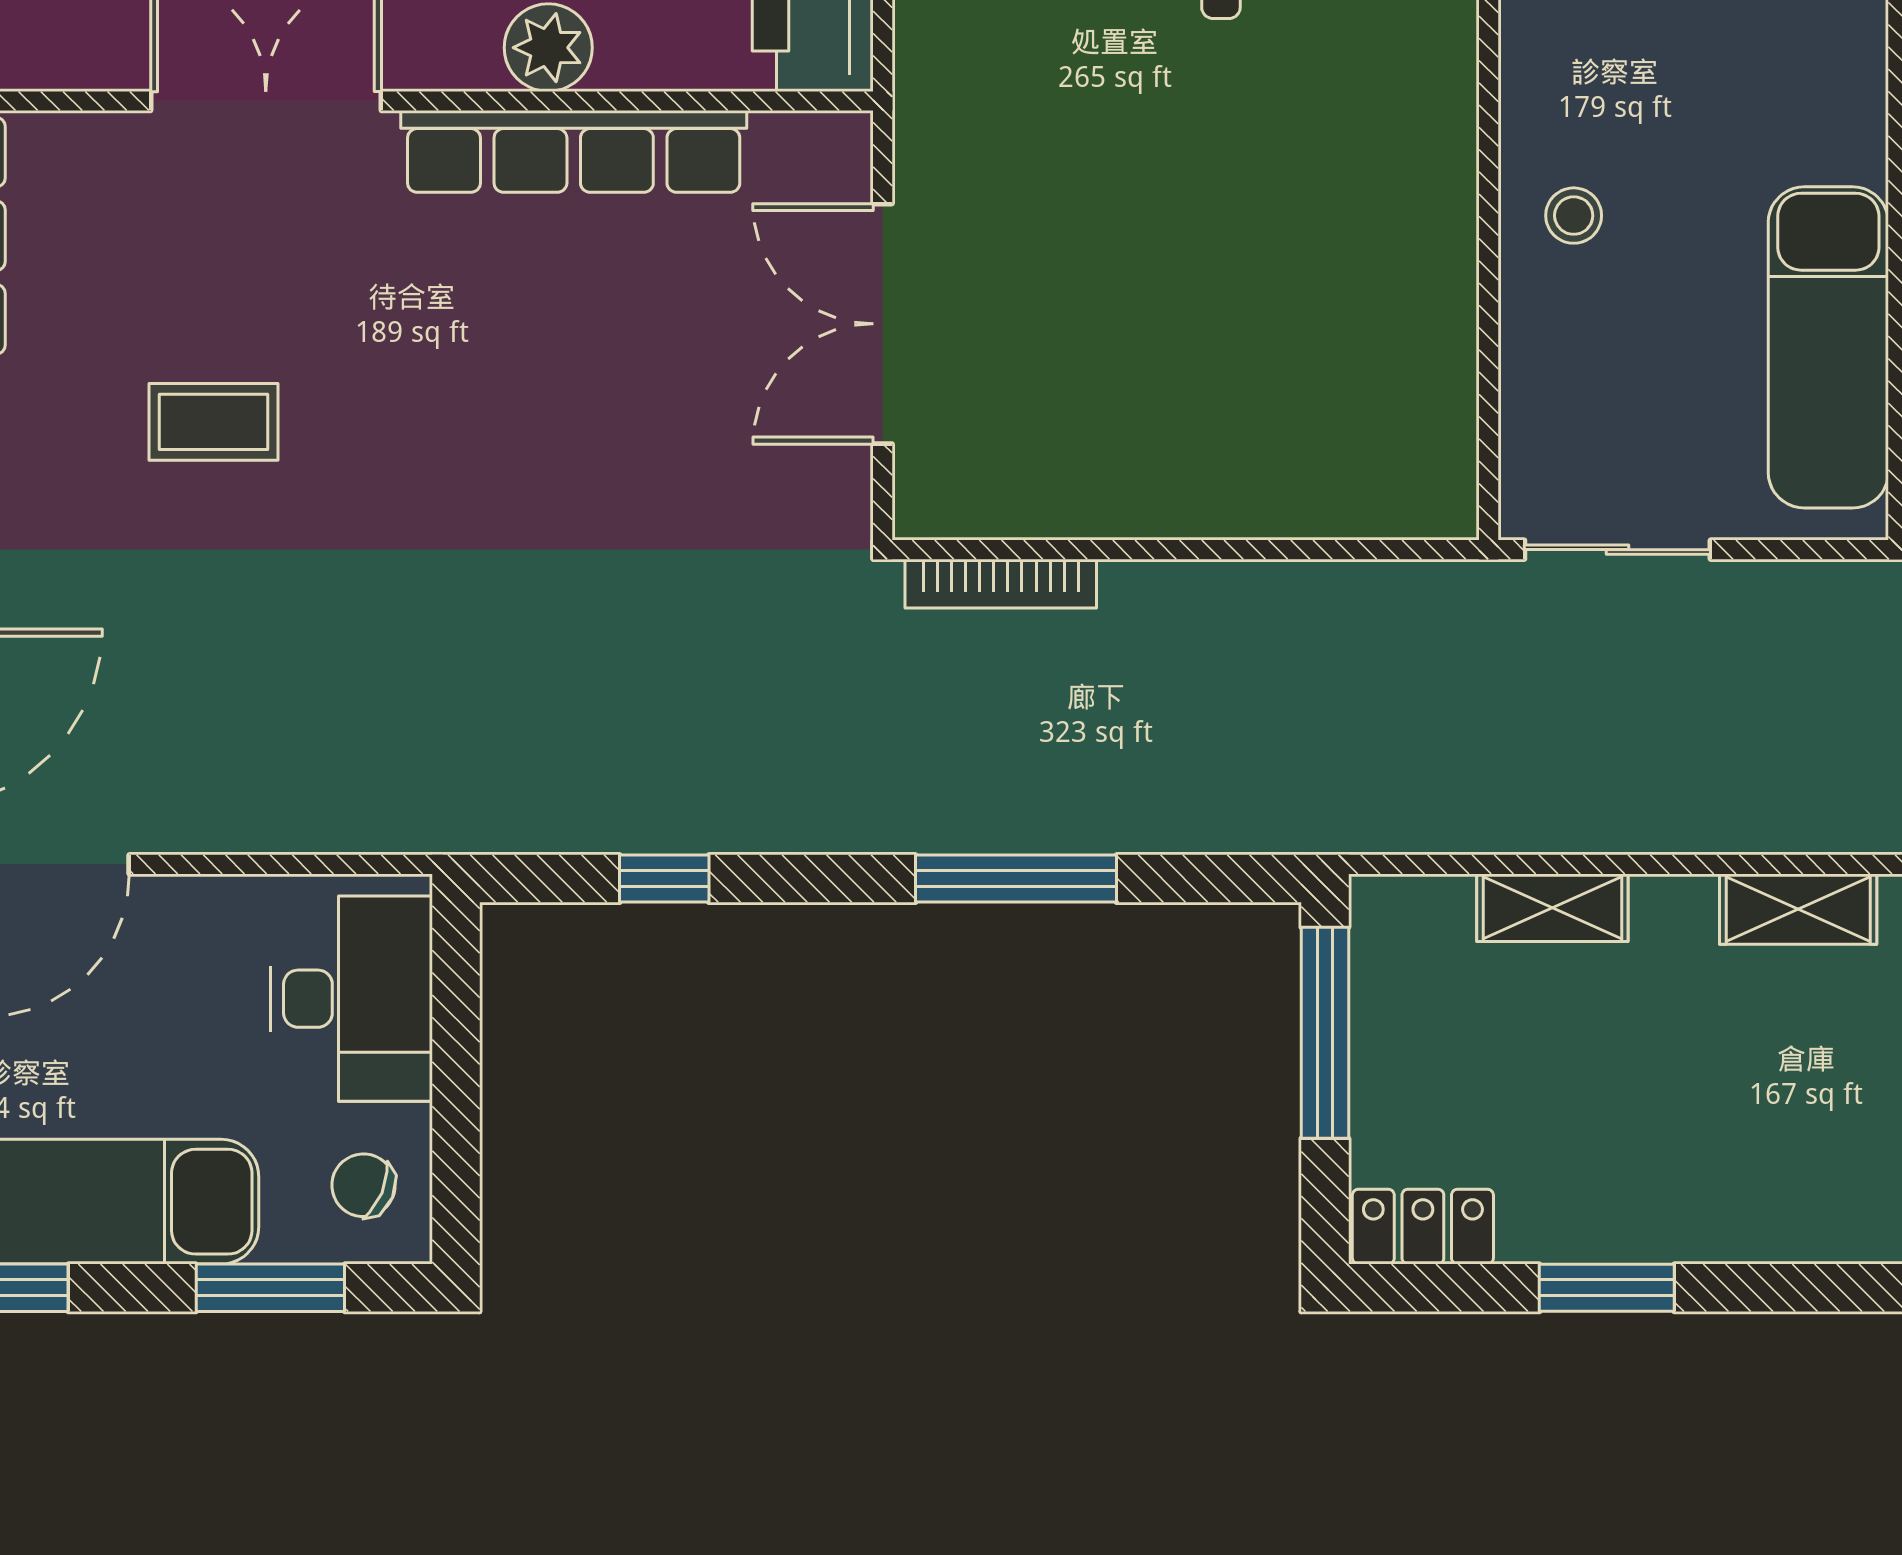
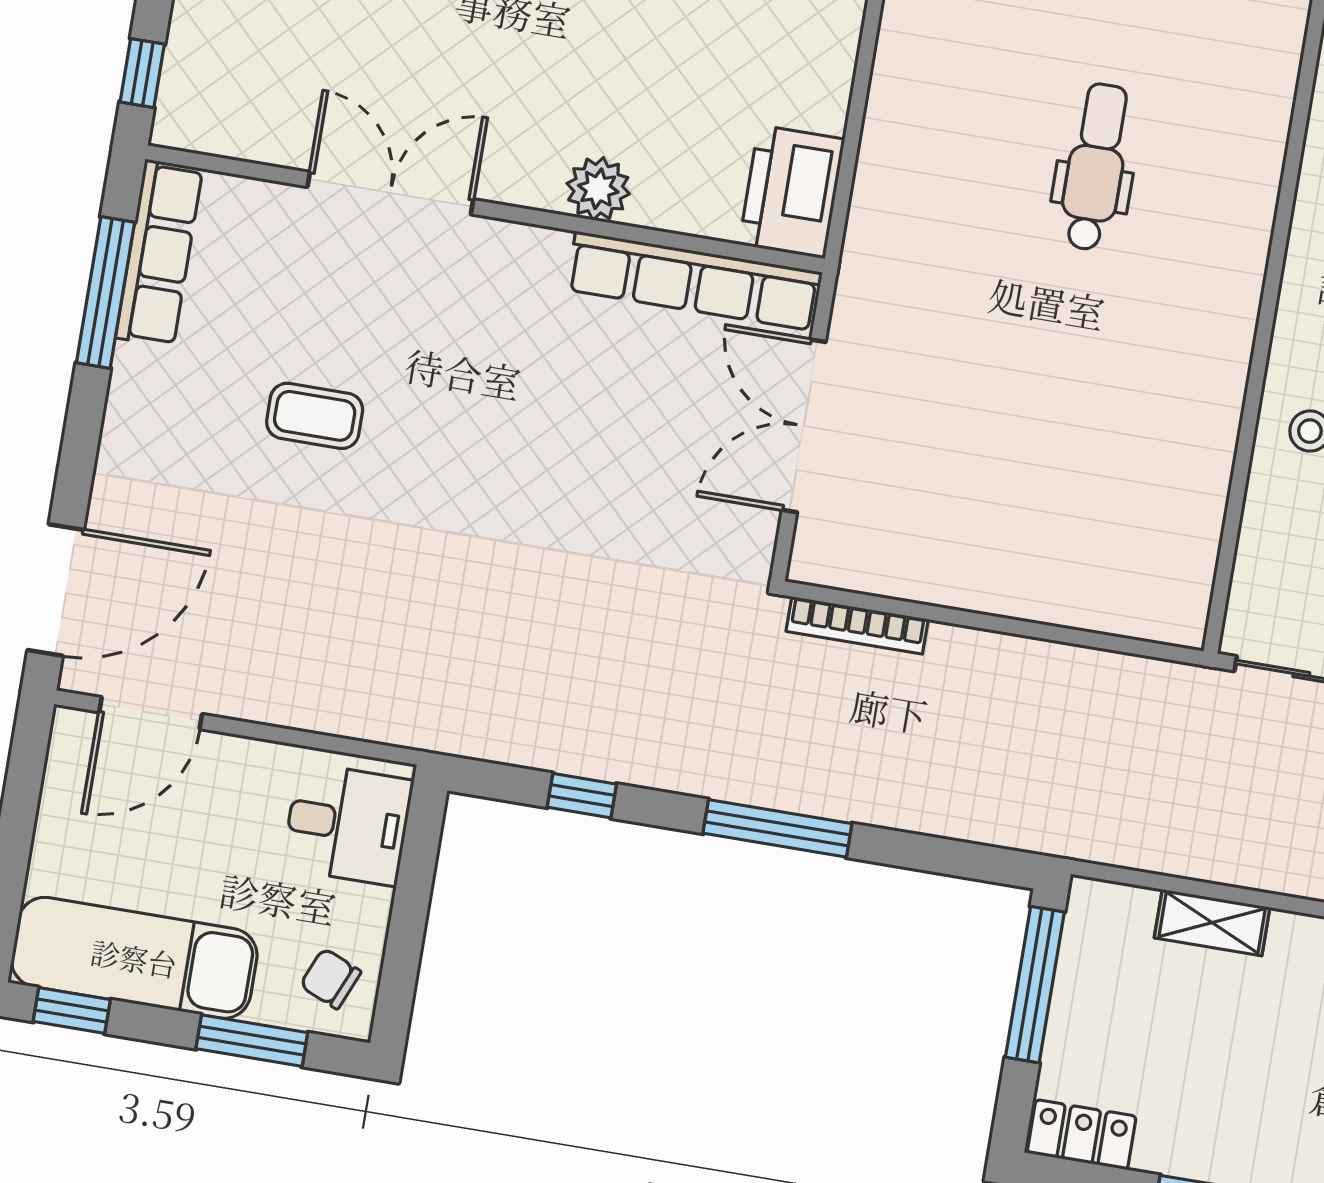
row of seats: (574, 151) -> (694, 281), moved
window: (1016, 879) -> (777, 828), moved
desk: (352, 999) -> (348, 824), width x0.73

